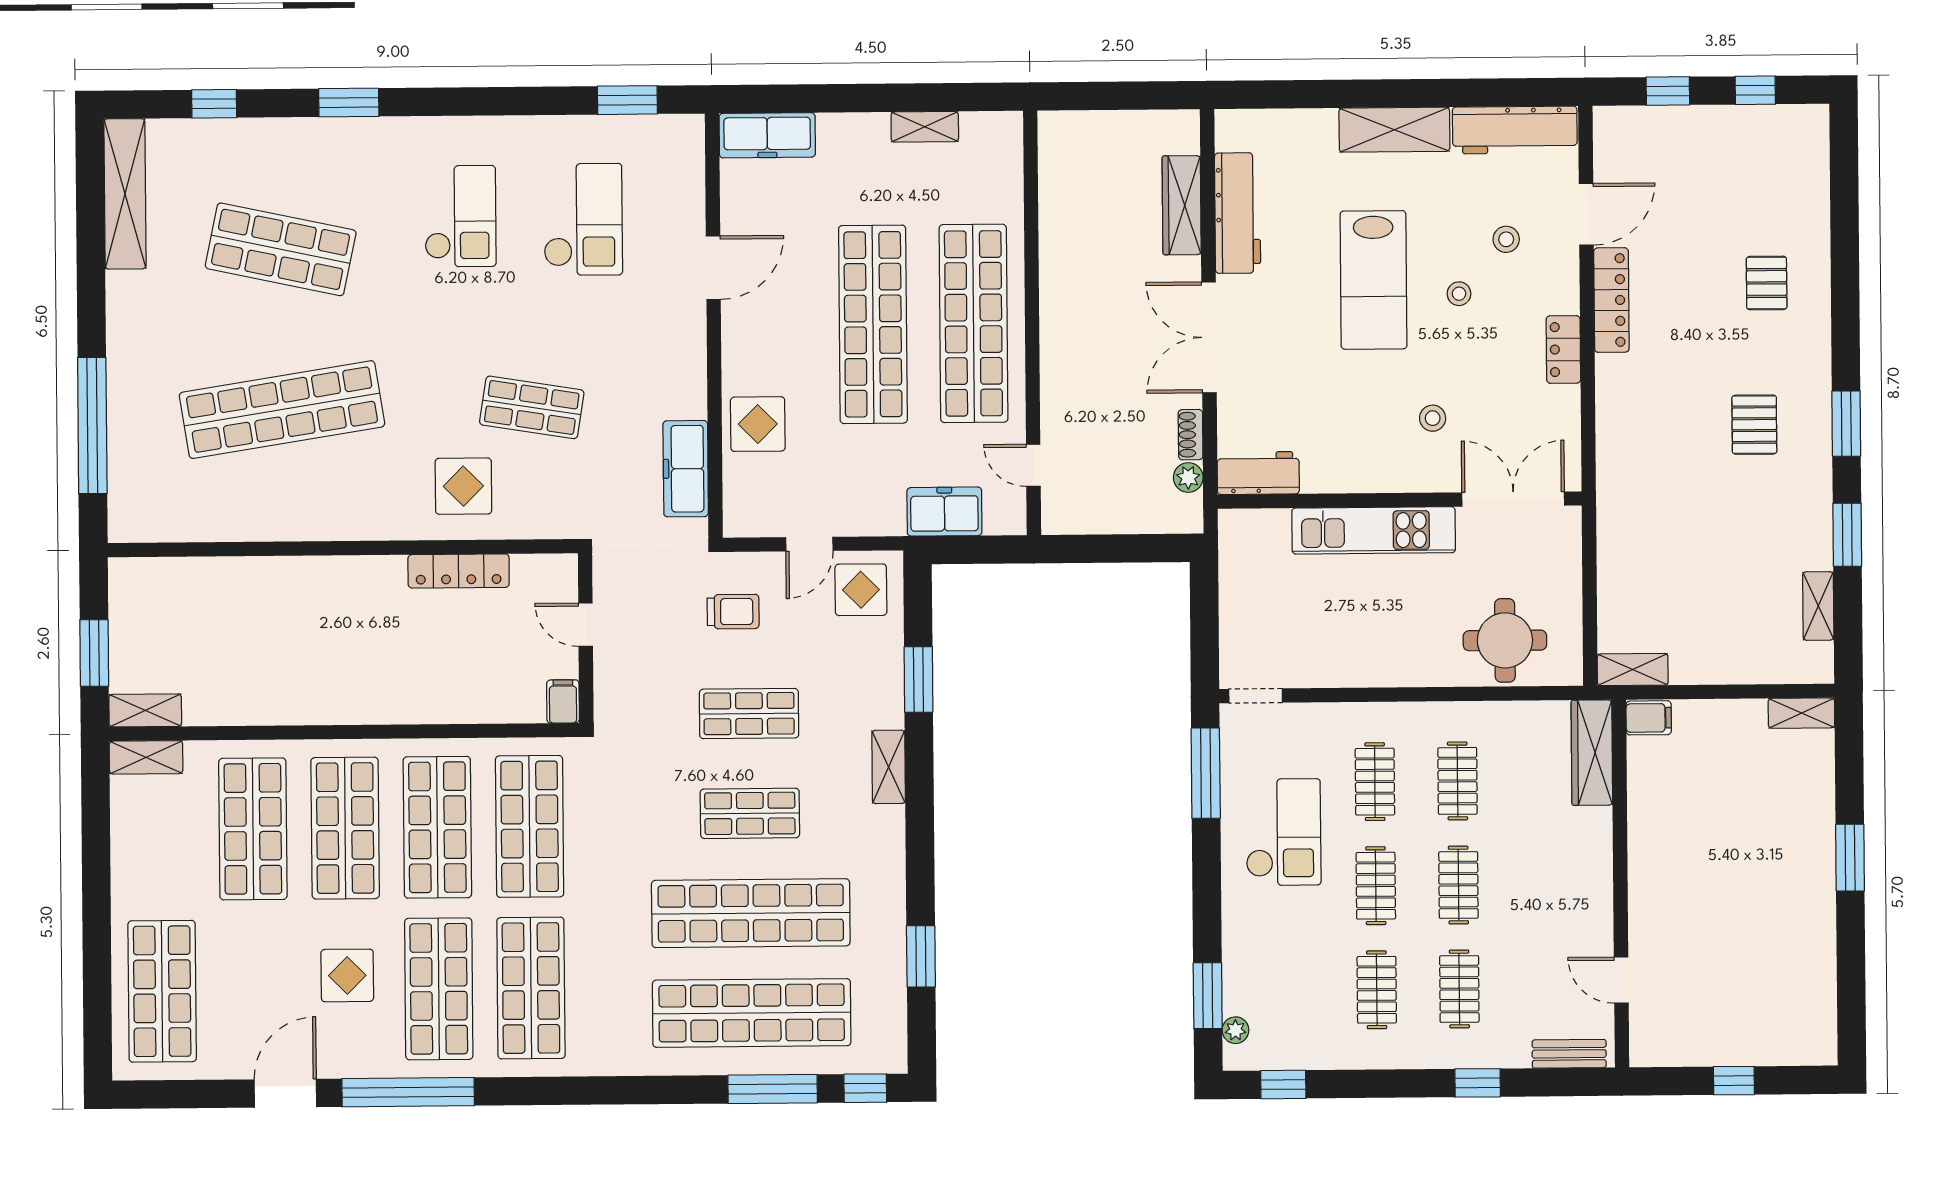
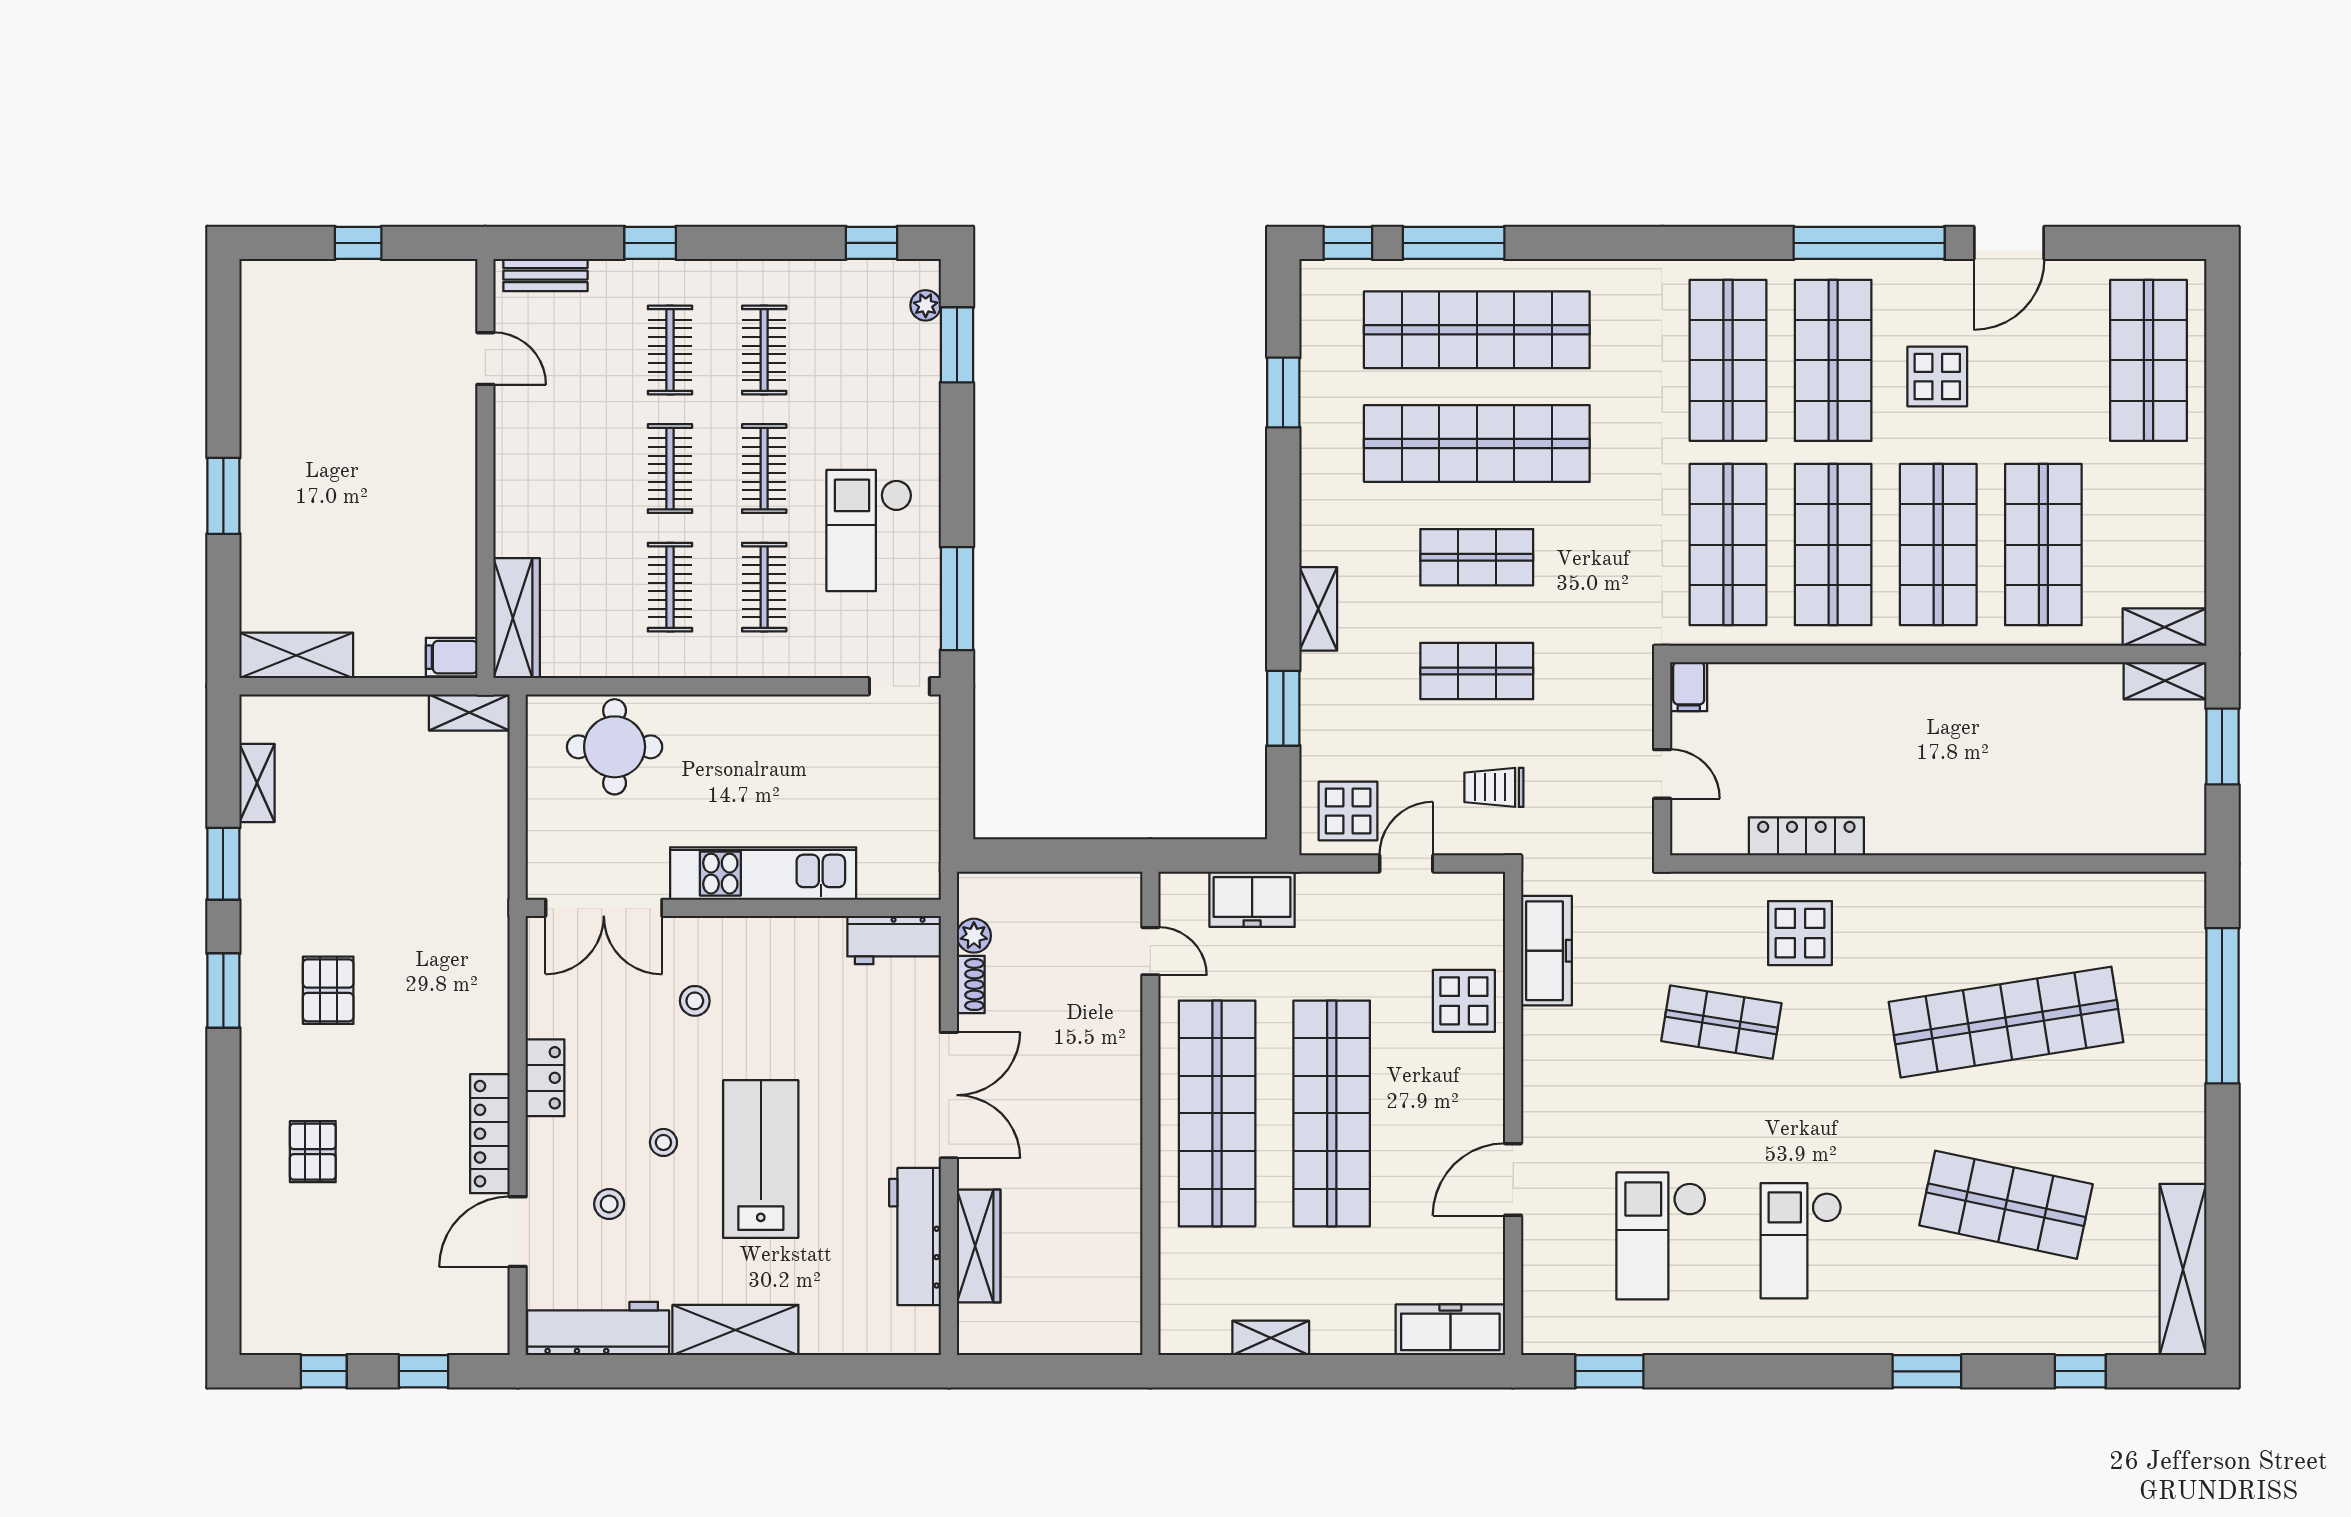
shelving: (1801, 713) -> (296, 655), width x1.50, depth x1.33

